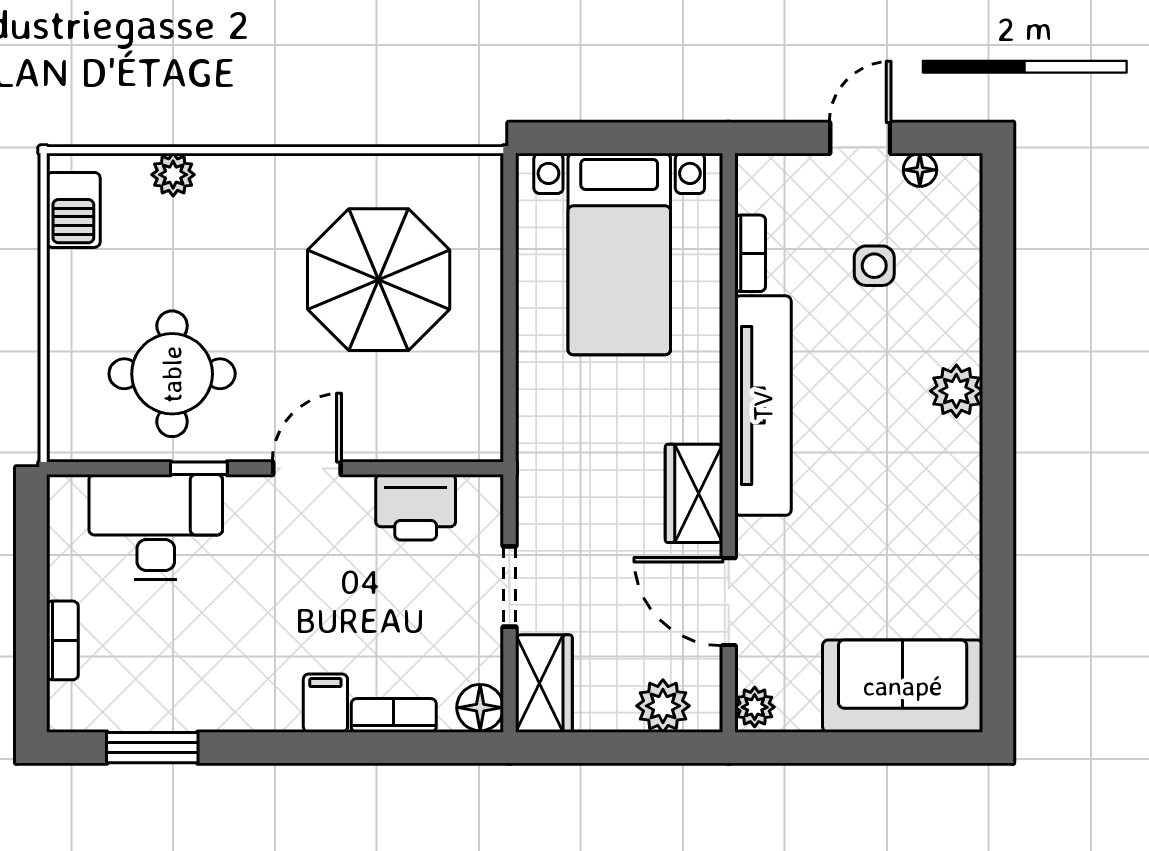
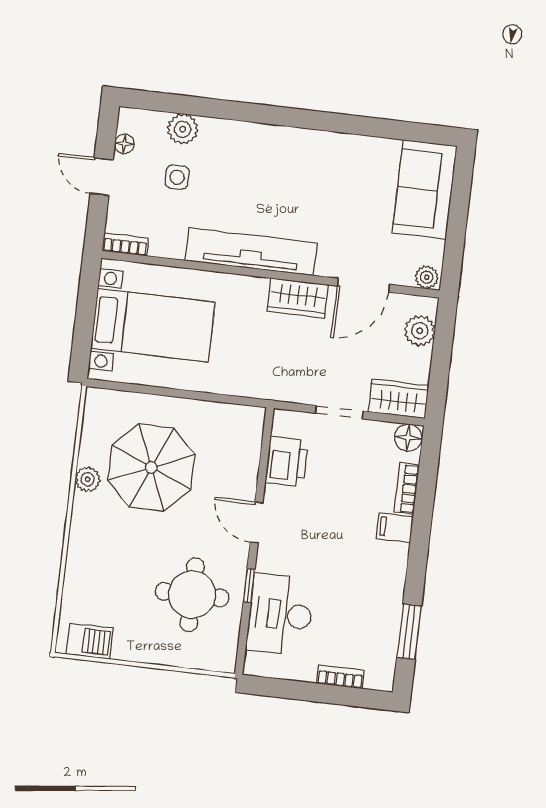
plant: (173, 175) -> (88, 479), moved
bookcase: (750, 253) -> (125, 244), moved
plant: (956, 391) -> (183, 129), moved

